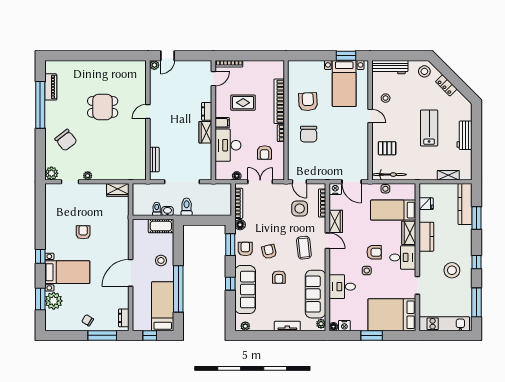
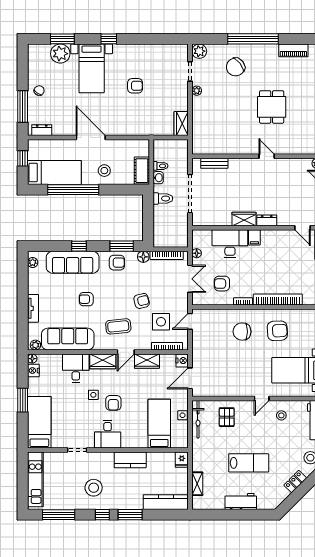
rug: (243, 103) -> (276, 260), removed
window: (40, 105) -> (253, 39), moved
fridge: (426, 204) -> (182, 460), moved
window: (477, 218) -> (130, 515), moved
wardrobe: (409, 233) -> (103, 361), moved, turned 180
armchair: (269, 252) -> (142, 301), moved
bed: (392, 315) -> (39, 422), width x0.67

